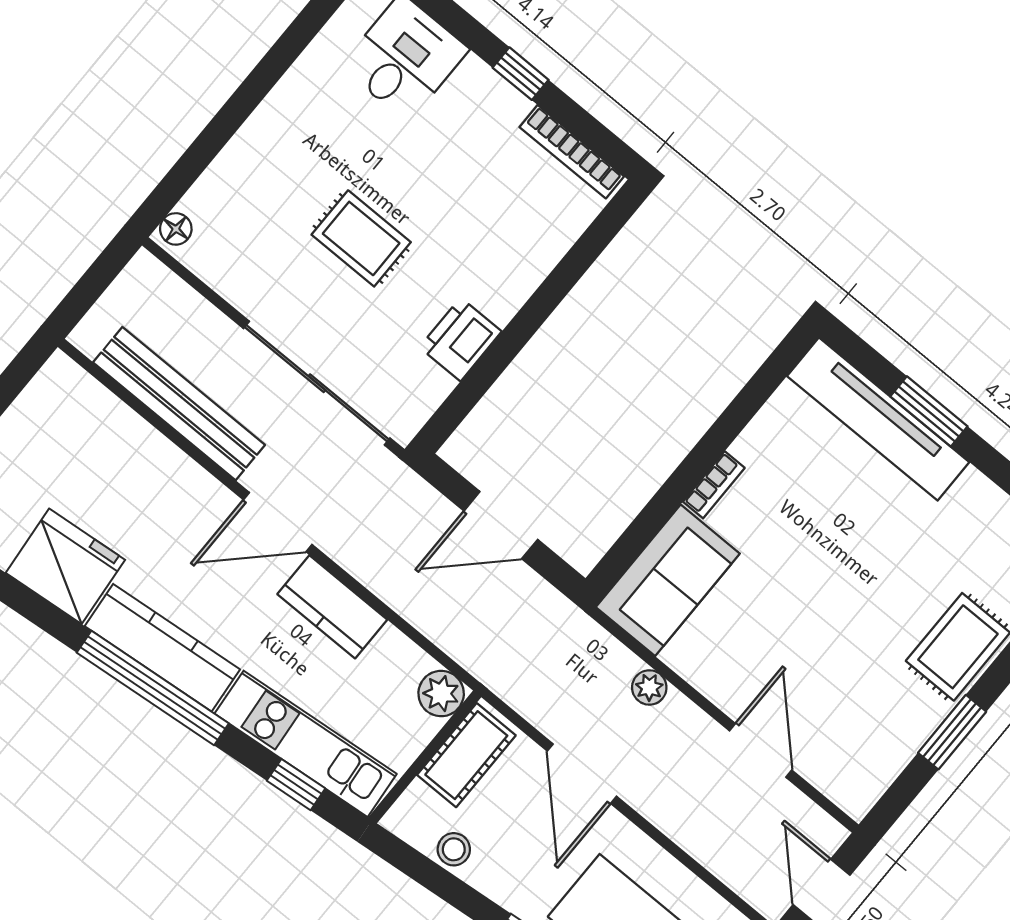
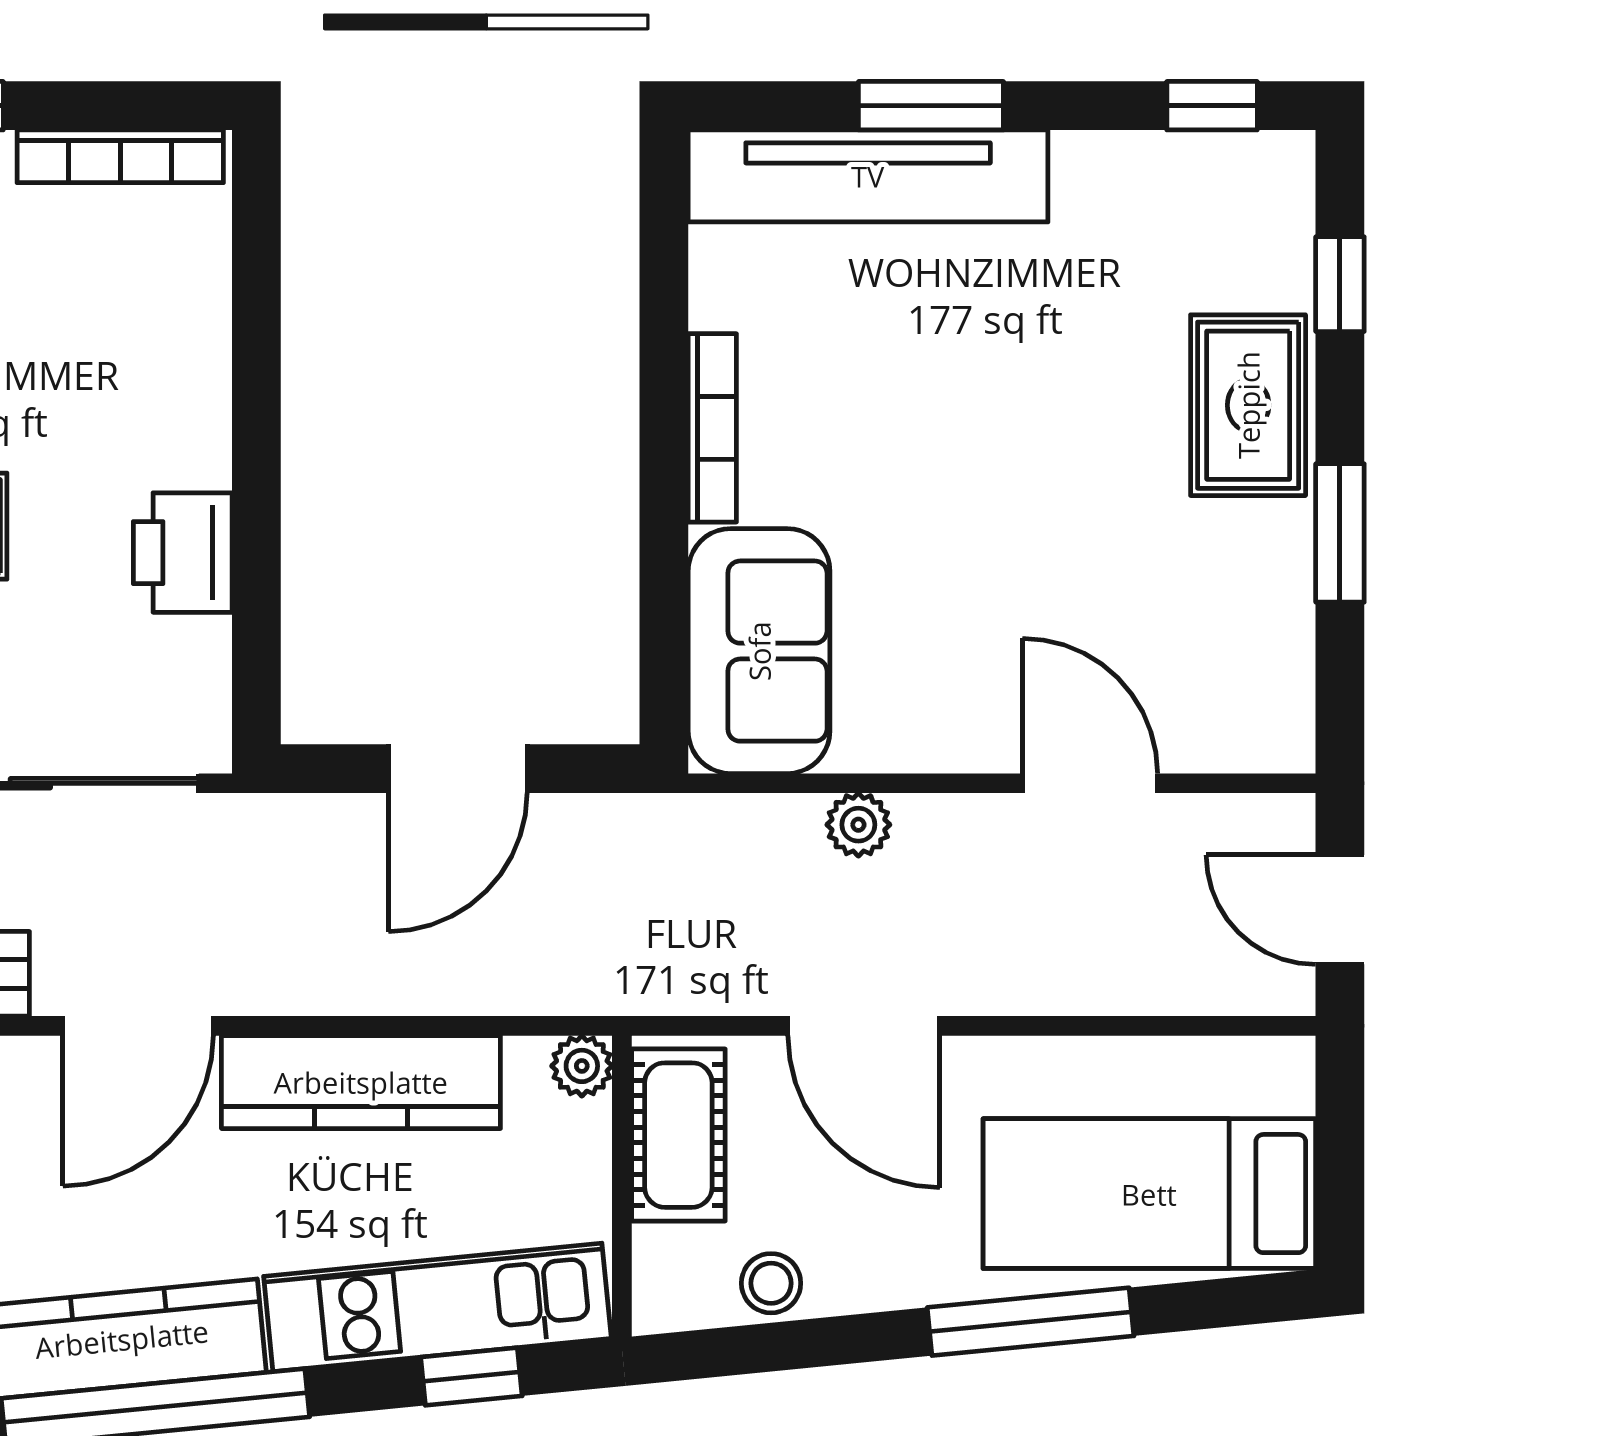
bookcase: (714, 485) -> (712, 428), width x1.56
kitchen counter: (332, 607) -> (361, 1082), width x1.50
plant: (441, 694) -> (582, 1066), width x0.73, depth x0.73

